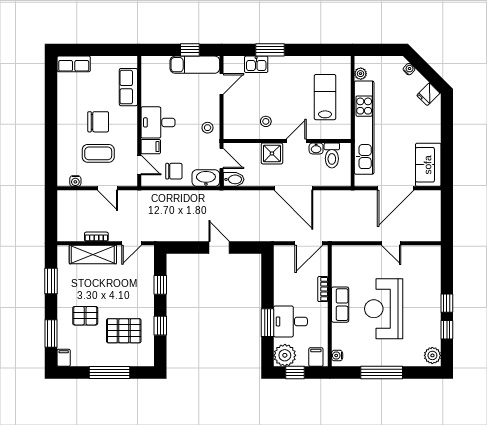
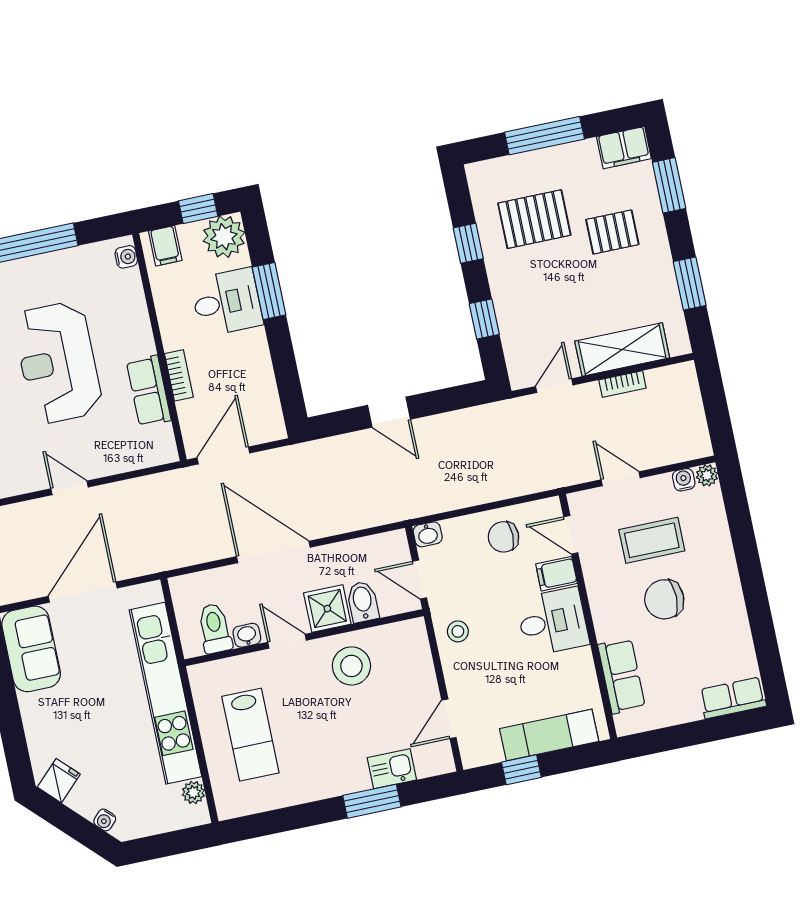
exam couch: (195, 65) -> (549, 735), moved
stool: (266, 121) -> (351, 666), width x1.89, depth x1.89
door: (296, 141) -> (287, 641), swing flipped
washbasin: (206, 178) -> (428, 534), width x0.52, depth x0.69
bidet: (234, 179) -> (363, 602), moved, turned 90
plant: (63, 181) -> (707, 475), added
row of seats: (340, 305) -> (149, 391), moved
reception desk: (384, 309) -> (58, 363), turned 180
filing cabinet: (64, 358) -> (624, 148), width x2.00

